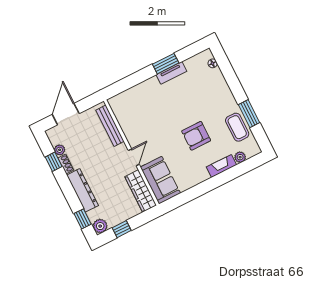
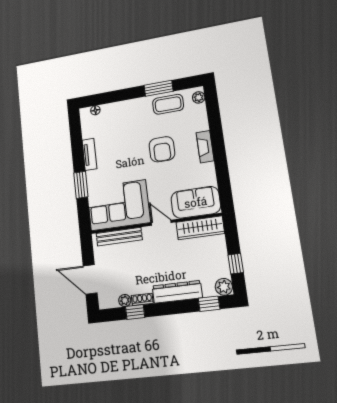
window: (166, 64) -> (81, 185), moved
corner sofa: (136, 115) -> (118, 205), added
plant: (240, 157) -> (199, 97), moved
fireplace: (221, 166) -> (205, 147), moved

